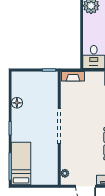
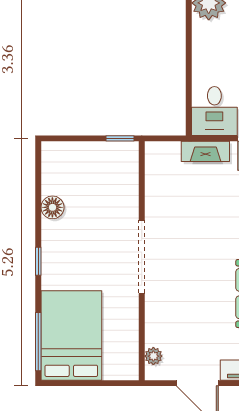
fireplace: (73, 76) -> (205, 151), moved
bed: (21, 164) -> (71, 335), width x1.50

